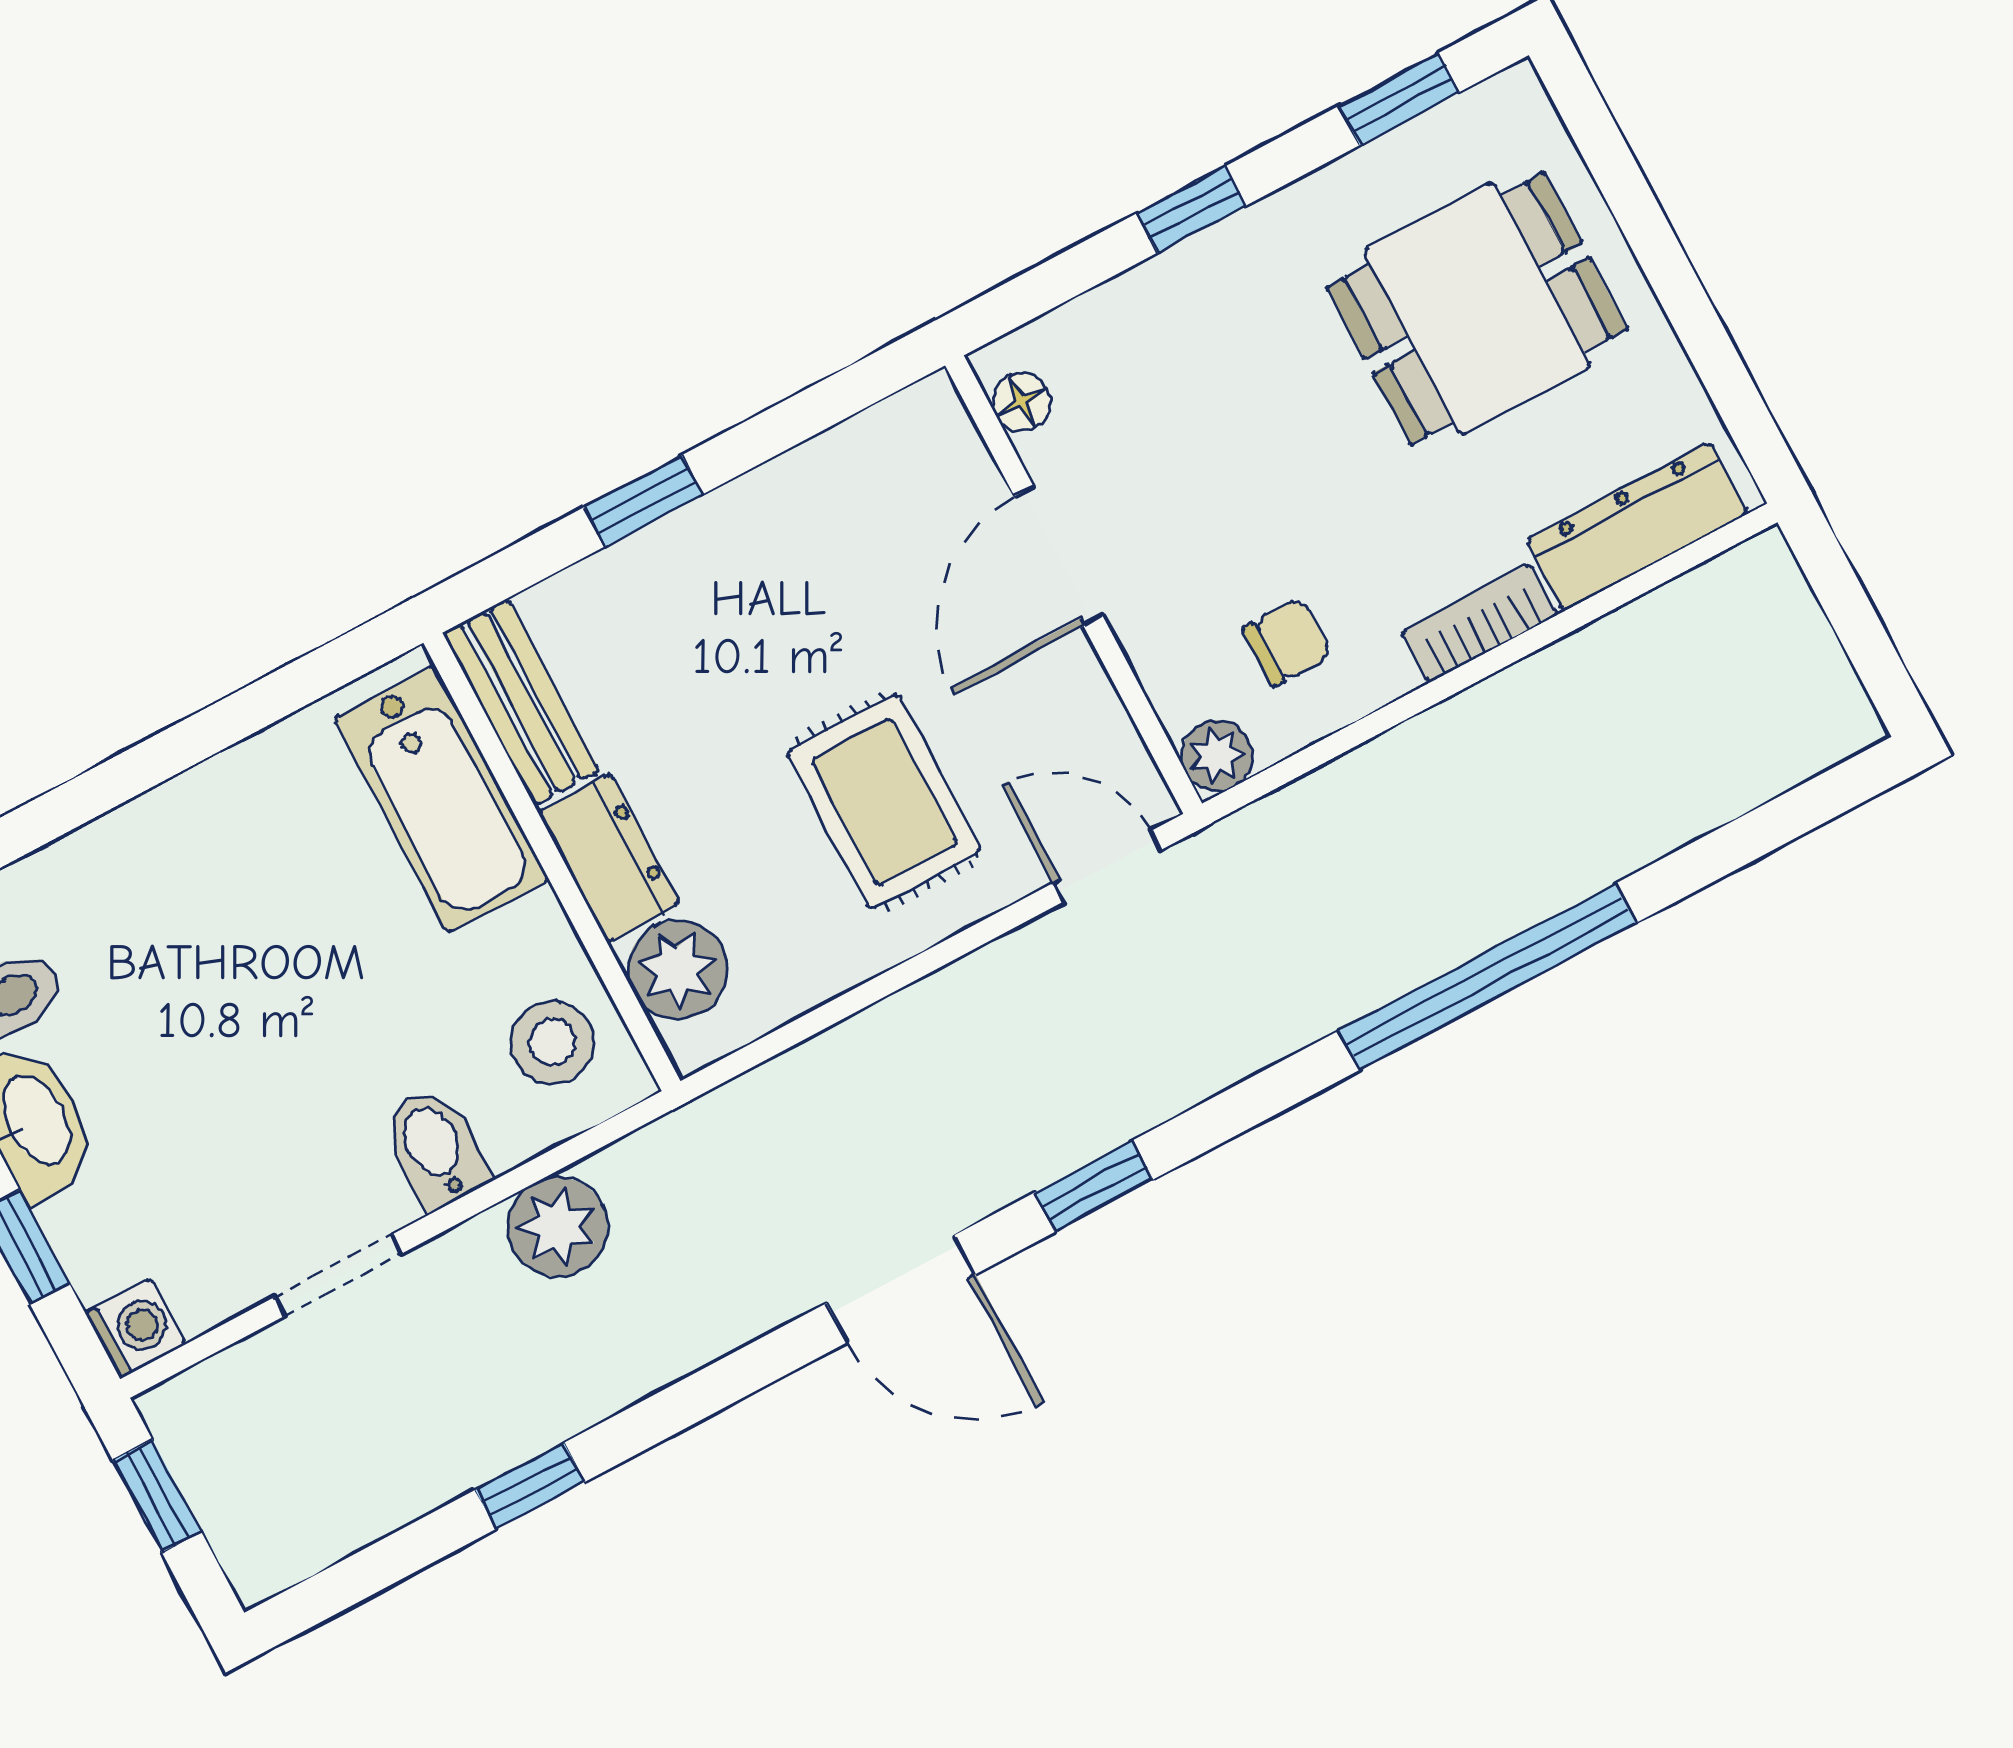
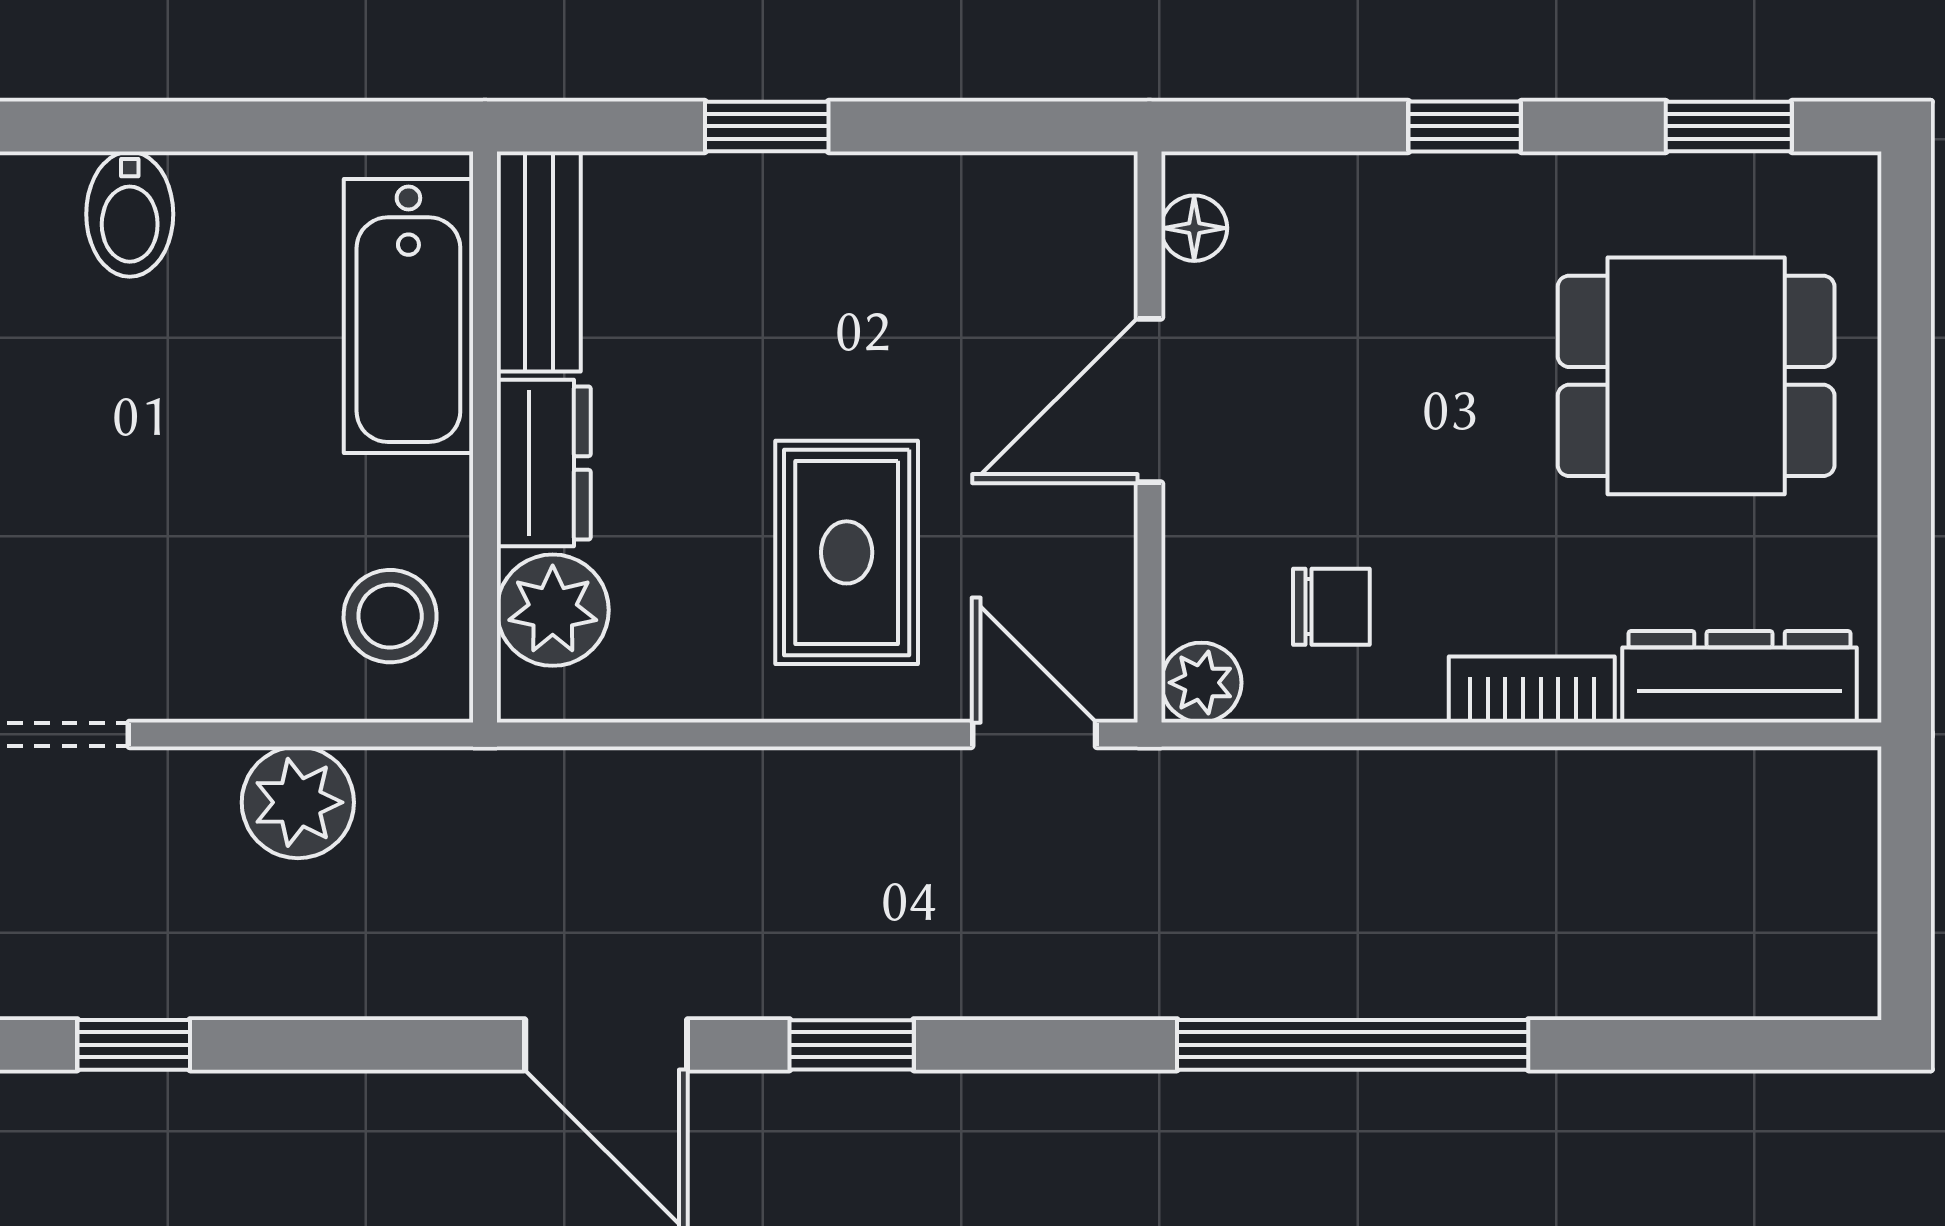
bidet: (435, 1148) -> (130, 214), moved, turned 180

